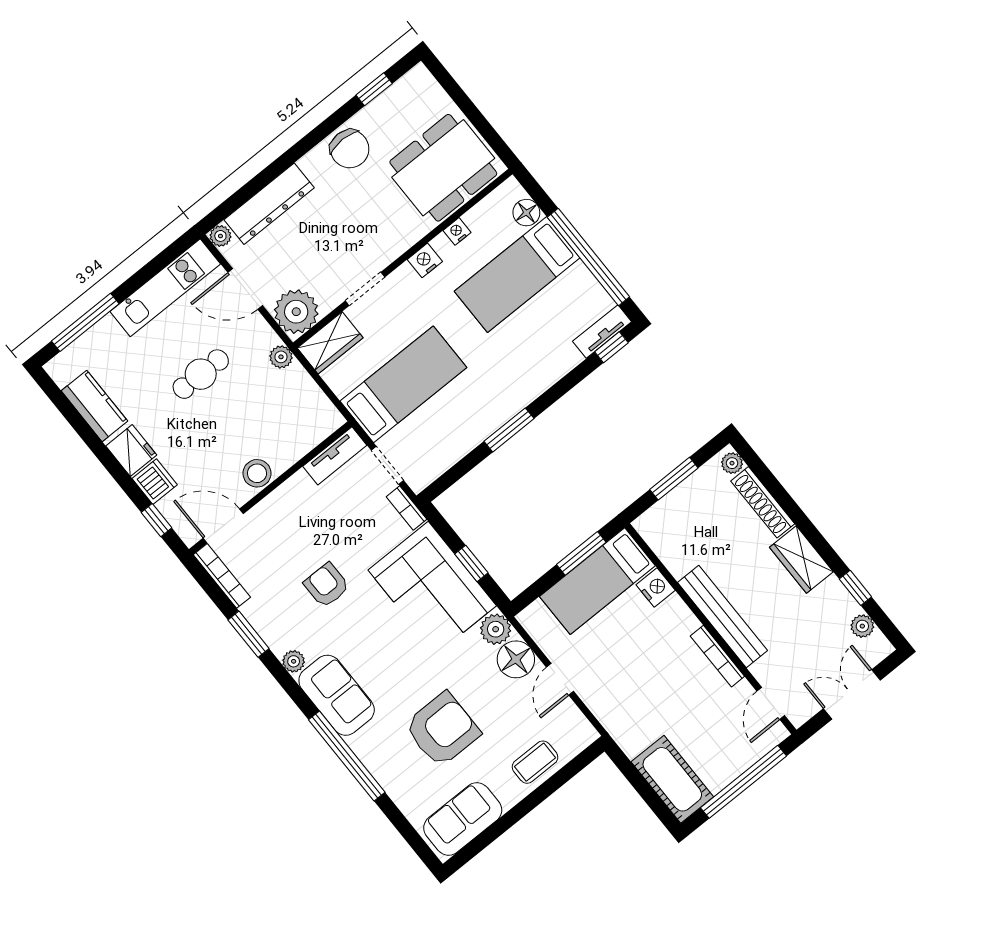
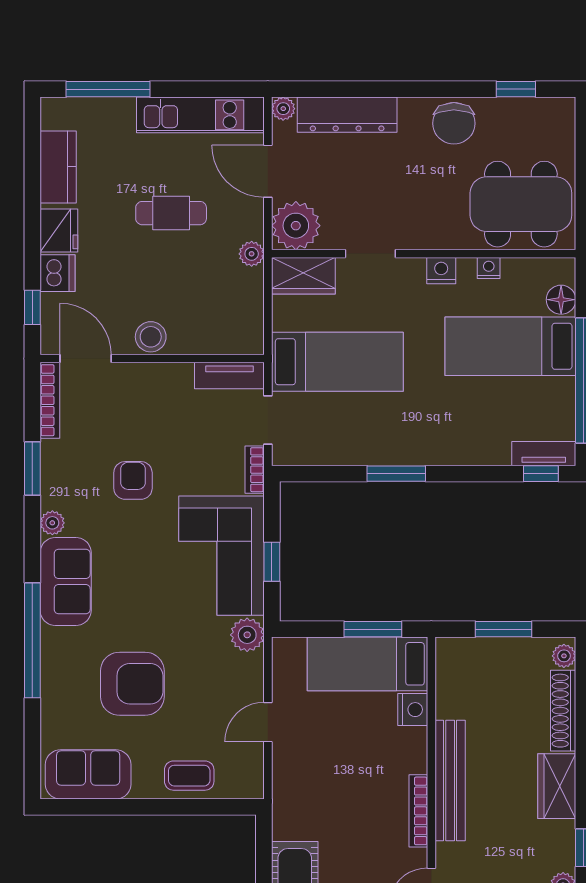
floor lamp: (516, 659) -> (244, 675), removed

